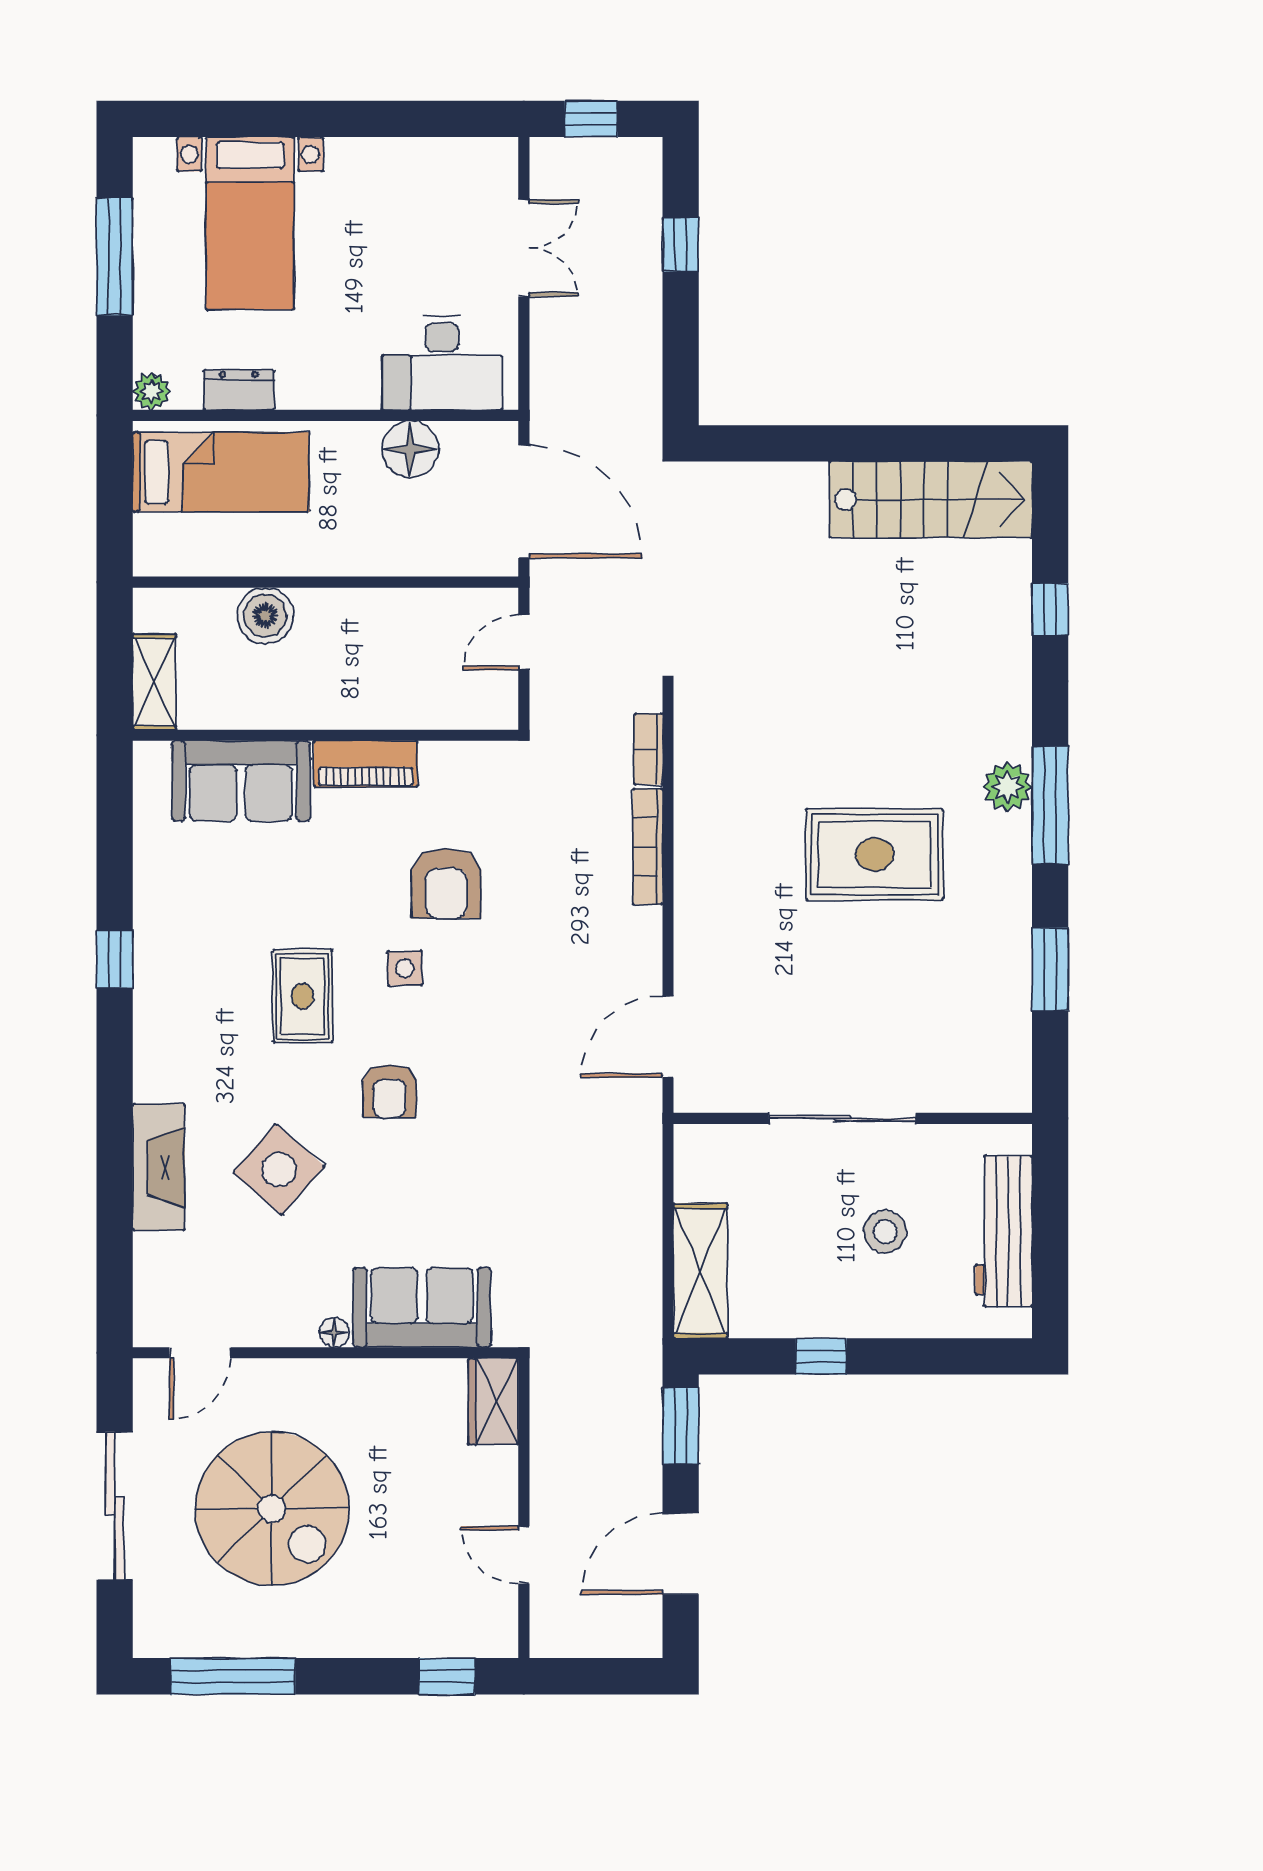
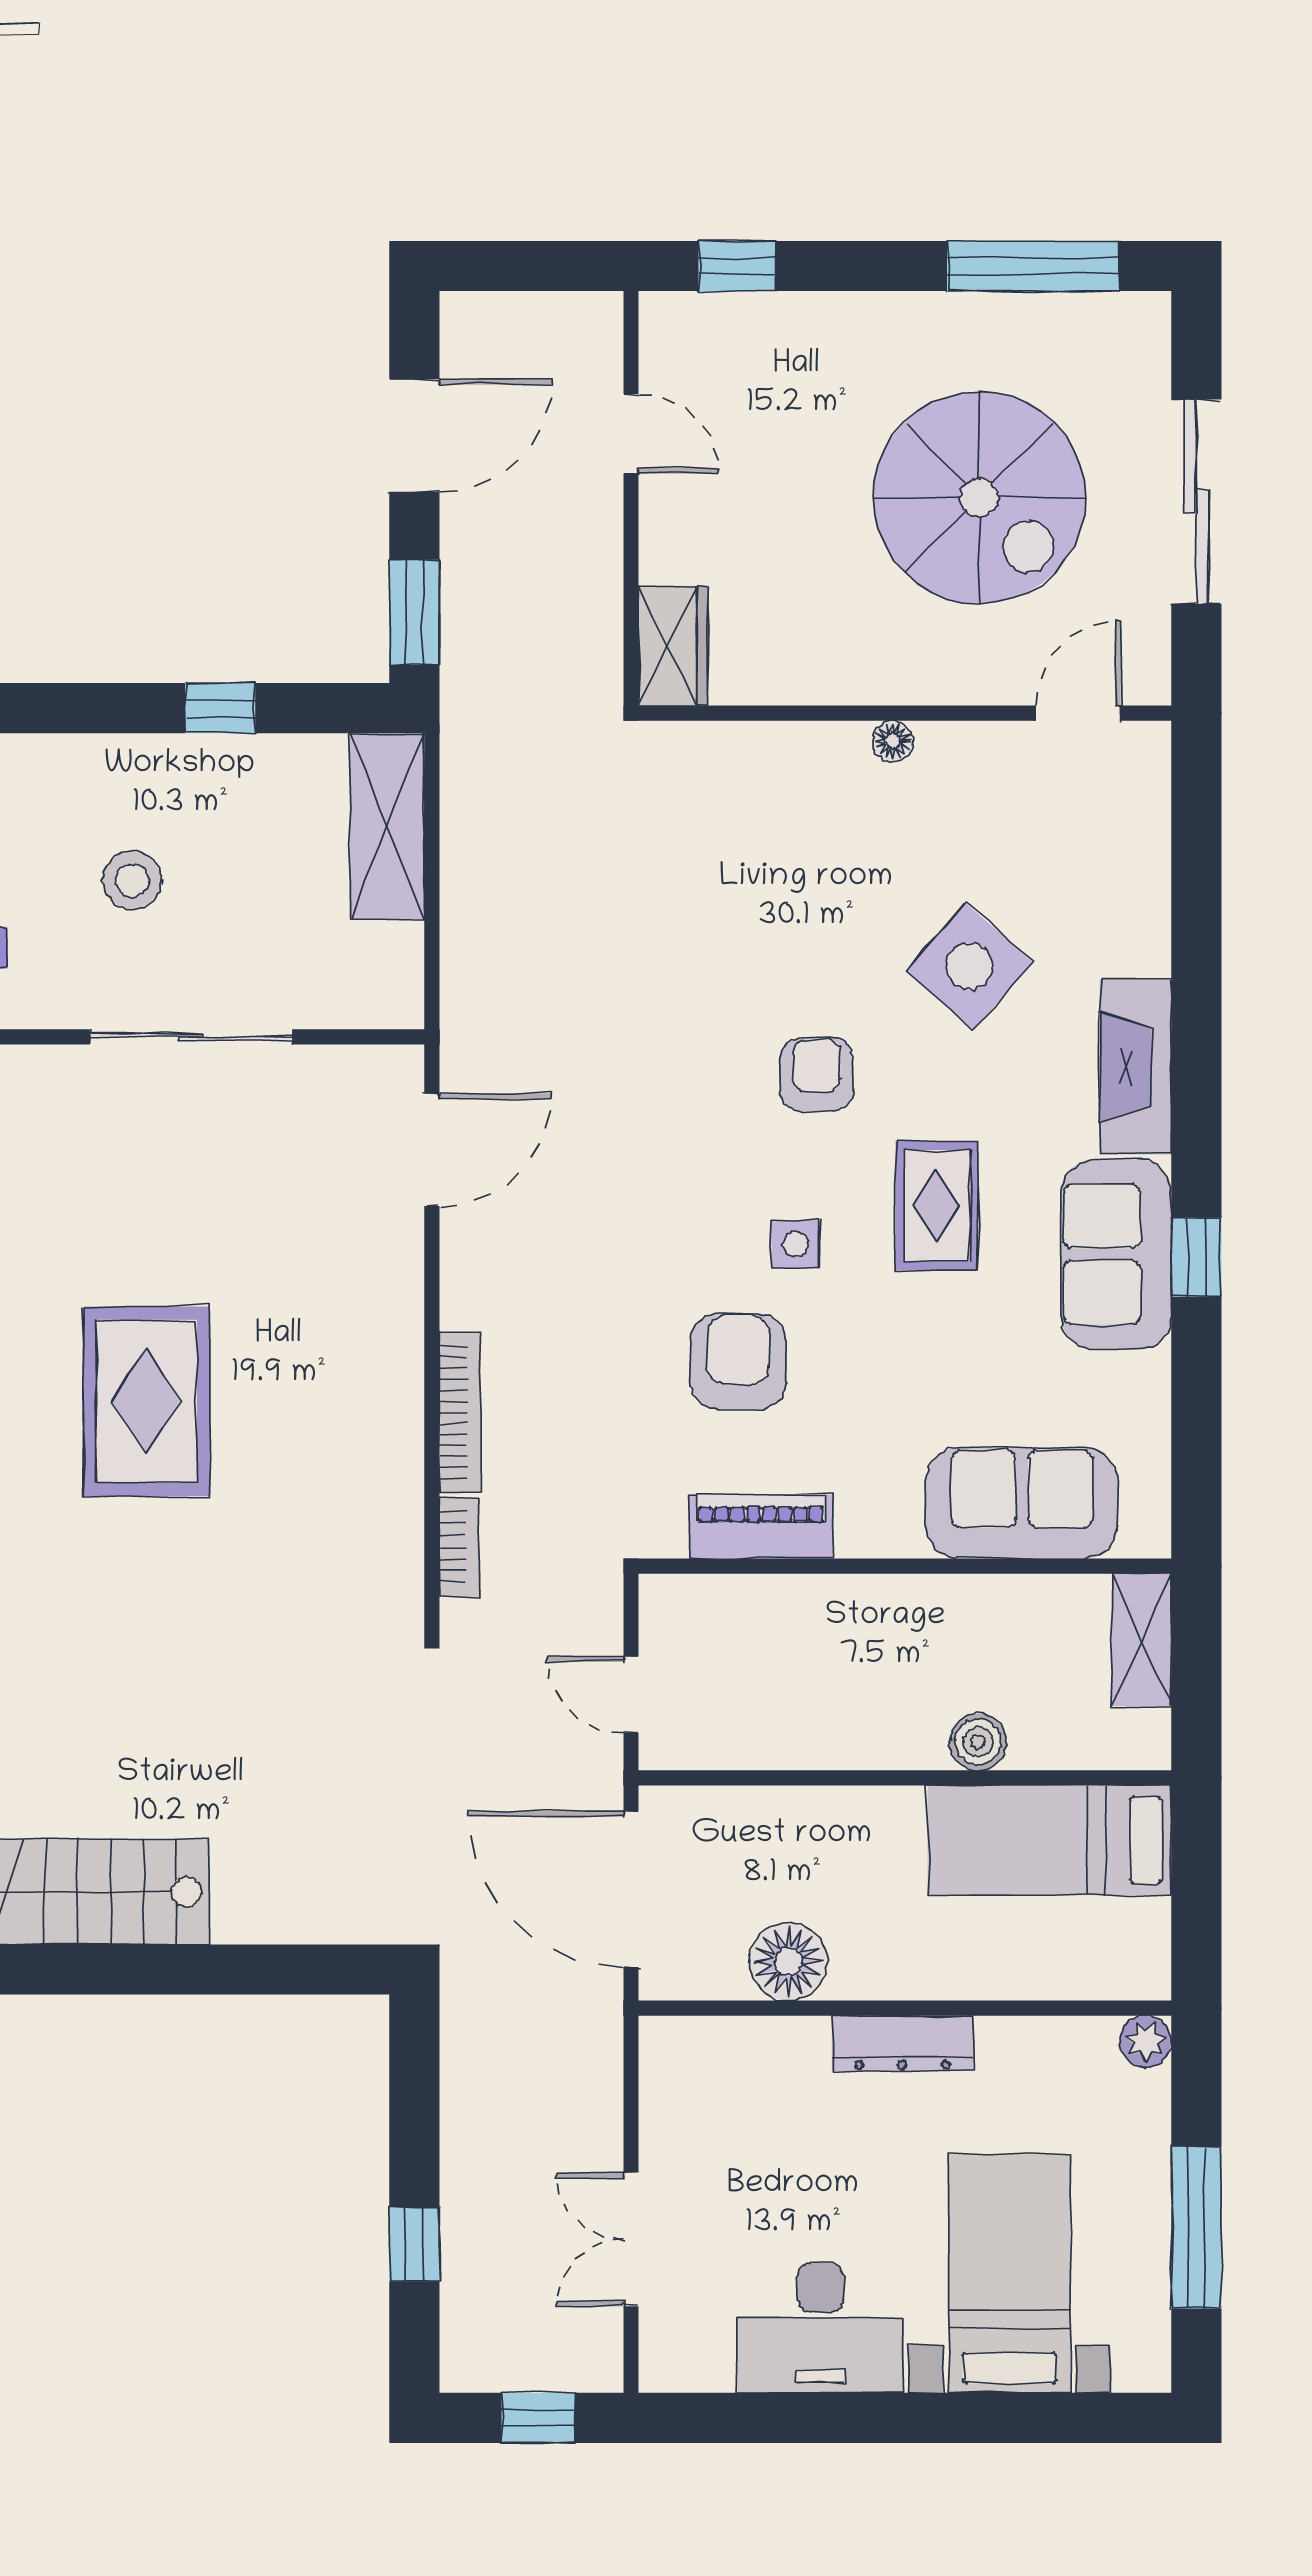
desk: (442, 363) -> (821, 2328), moved, turned 180
dresser: (239, 390) -> (902, 2043), moved, width x1.44
bed: (221, 472) -> (1050, 1840), moved
boiler: (265, 616) -> (978, 1742), width x0.73, depth x0.73
door: (524, 642) -> (631, 1695), swing flipped
piano: (366, 764) -> (761, 1527), moved
rug: (875, 855) -> (146, 1401), turned 90
fireplace: (159, 1167) -> (1136, 1067), moved
sofa: (422, 1307) -> (1116, 1255), moved, turned 90
spiral stairs: (272, 1509) -> (979, 498), turned 180

